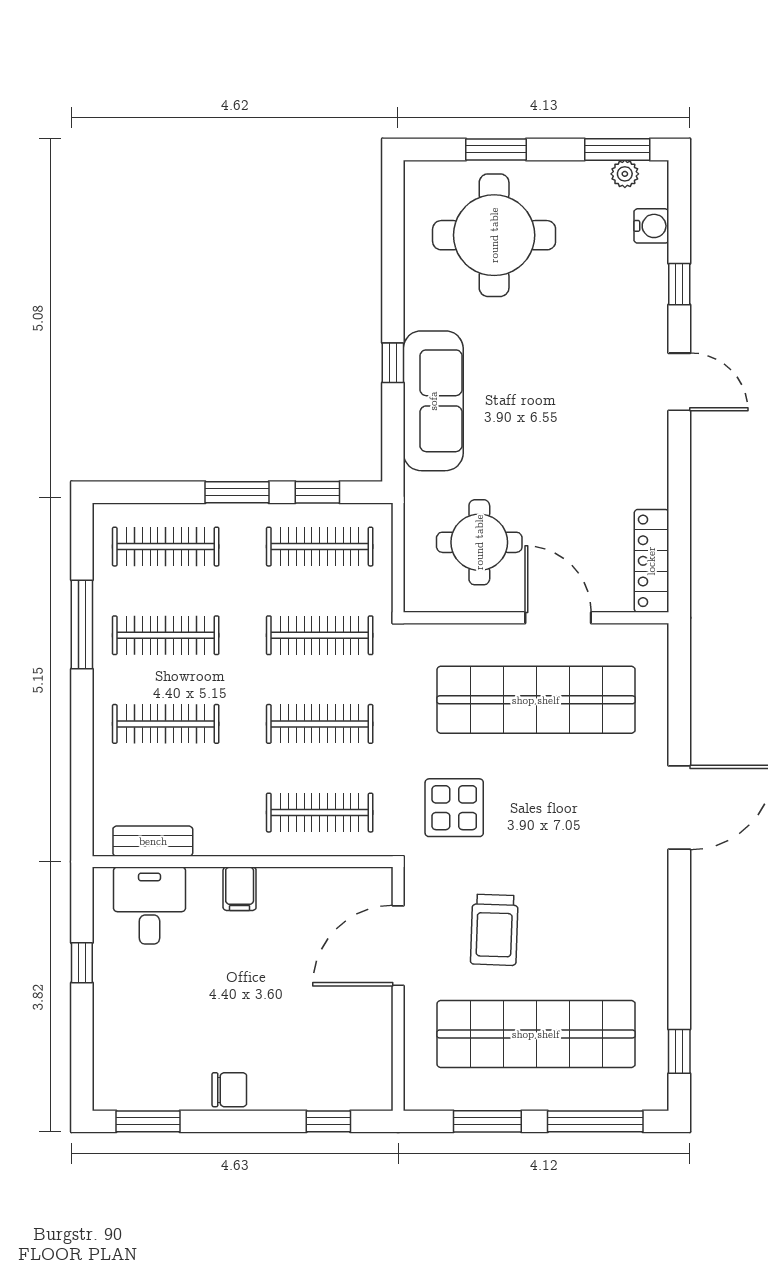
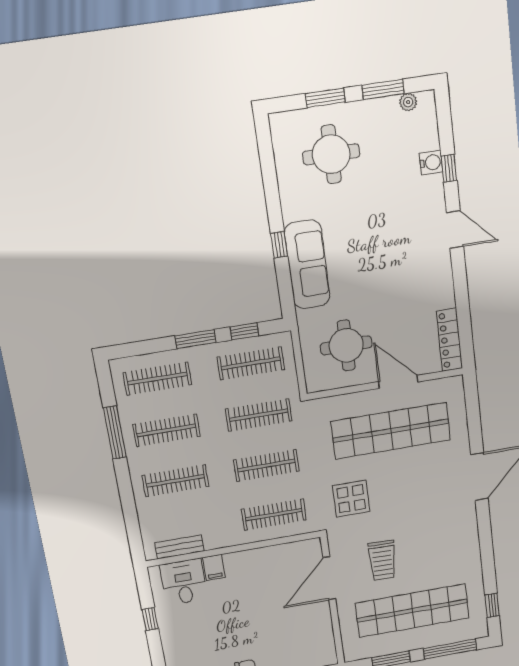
window: (617, 149) -> (383, 89), moved
water cooler: (651, 226) -> (431, 163), moved
round table: (494, 235) -> (331, 154), width x0.73, depth x0.73
filing cabinet: (240, 889) -> (214, 567), moved

